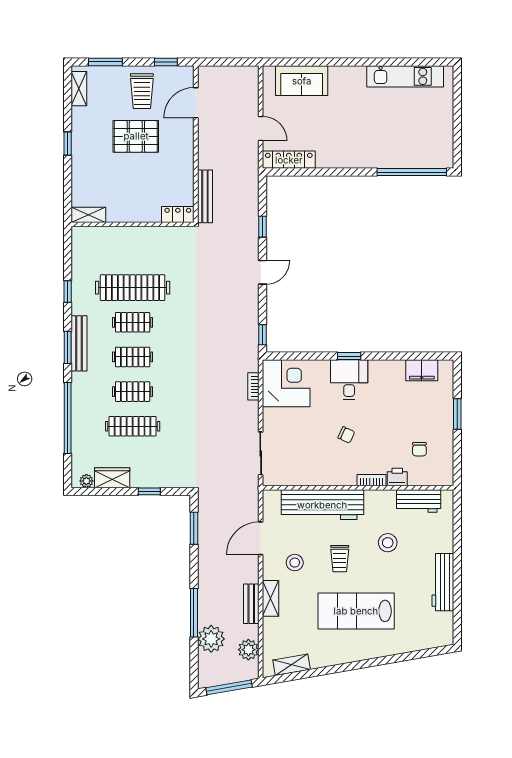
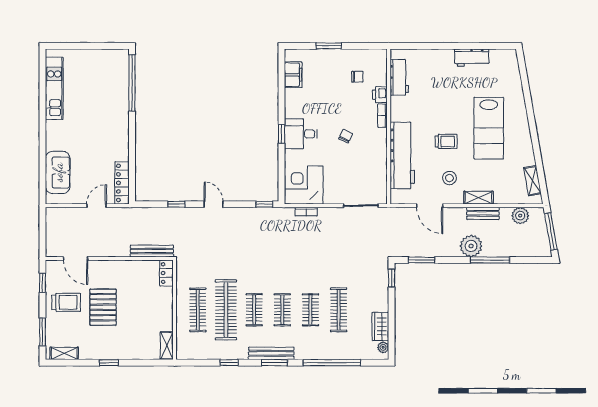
clothes rail: (133, 253) -> (198, 310), added
window: (149, 491) -> (392, 278), moved
stool: (388, 543) -> (433, 102), removed
workbench: (443, 582) -> (472, 58), width x0.73
plant: (211, 639) -> (471, 246), moved

